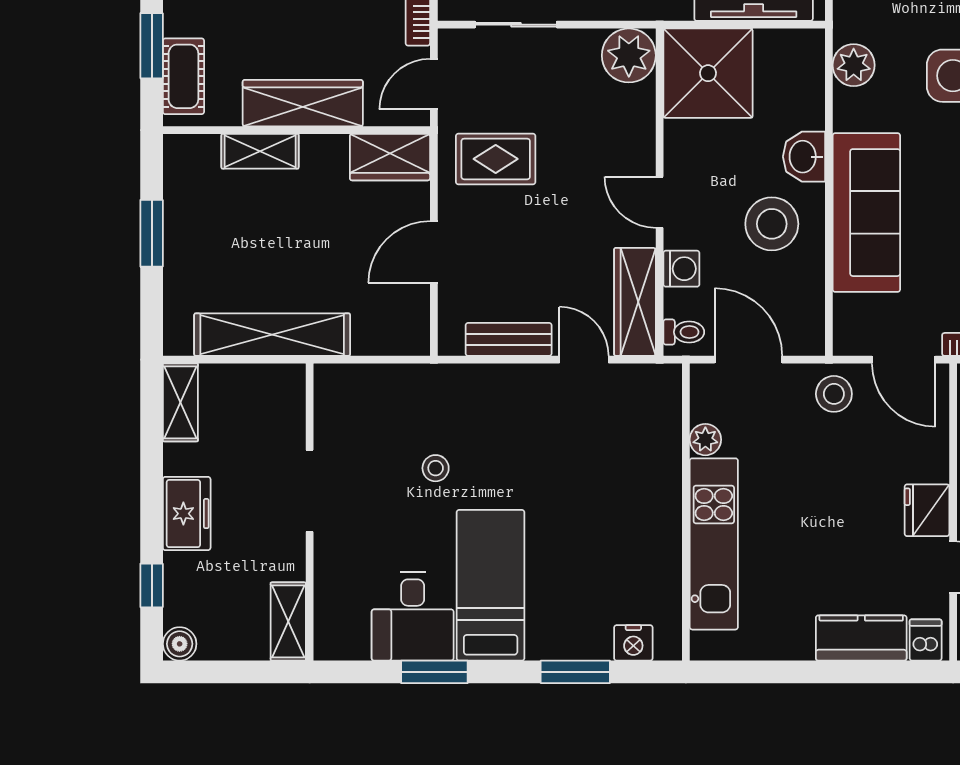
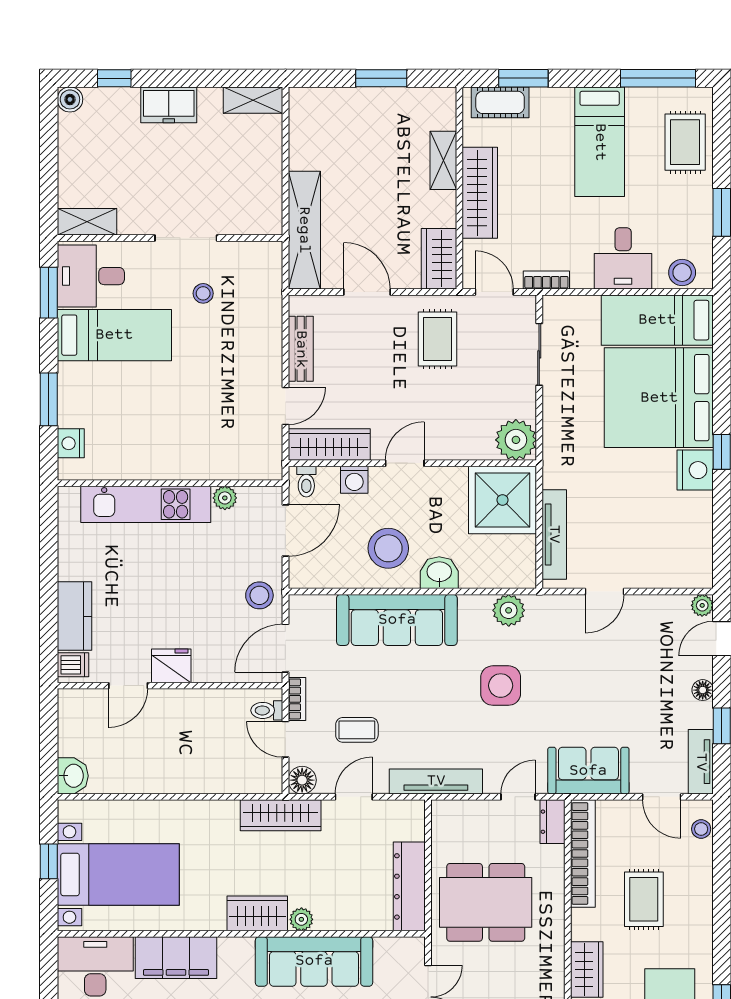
shelving: (272, 335) -> (304, 230), moved
doorway: (310, 491) -> (186, 238), moved
wall: (310, 512) -> (170, 238), moved
shelving: (288, 621) -> (87, 222), moved

